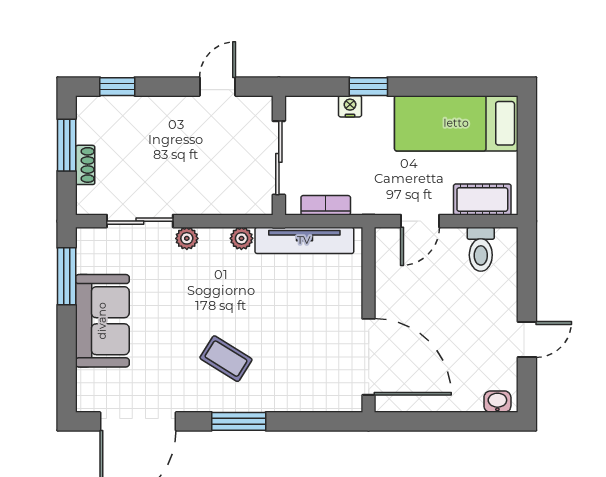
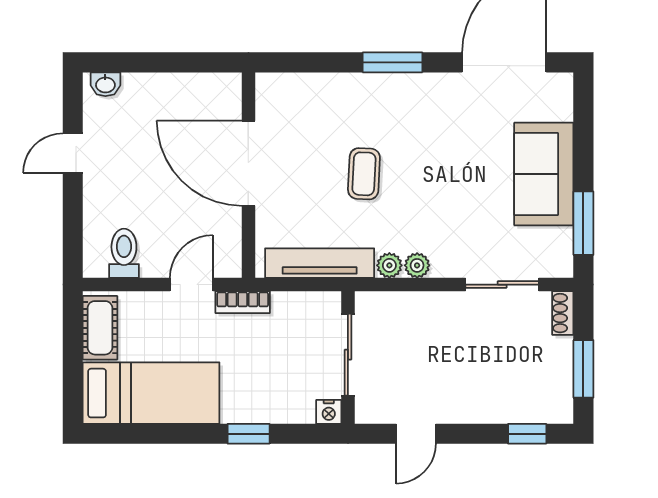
nightstand: (350, 106) -> (329, 412), moved
shoe rack: (85, 165) -> (563, 313), moved
cot: (482, 200) -> (100, 328), moved, turned 90
bookcase: (326, 205) -> (243, 302), moved
plant: (187, 238) -> (417, 265), moved
door: (369, 357) -> (248, 163), moved
coffee table: (226, 359) -> (364, 174), moved, turned 61

